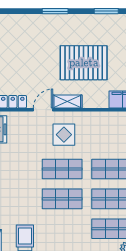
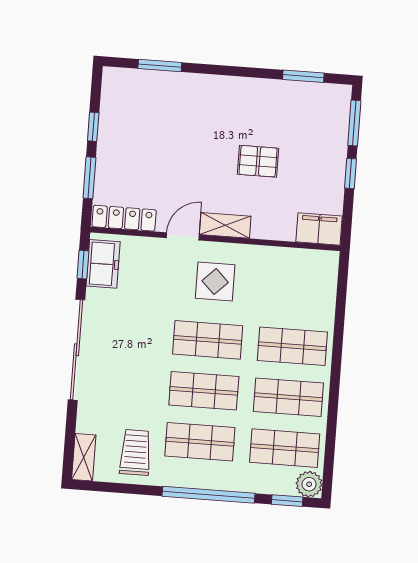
window: (55, 11) -> (160, 65), moved
pallet: (84, 63) -> (258, 161), width x0.49, depth x0.50
shop shelf: (62, 229) -> (200, 442), added

